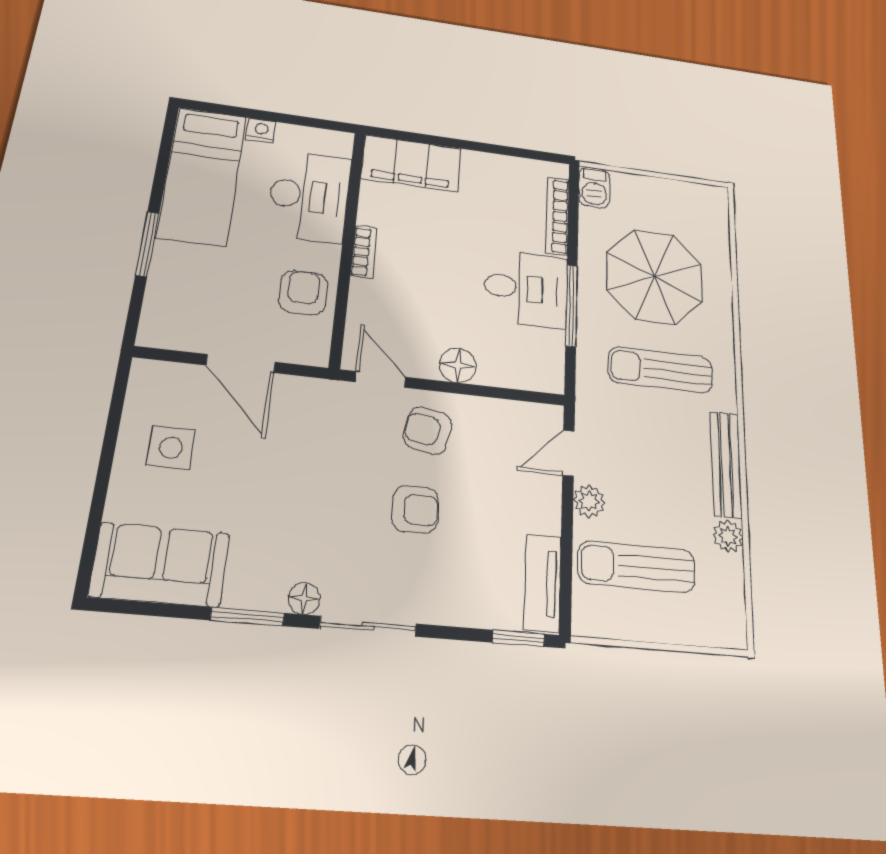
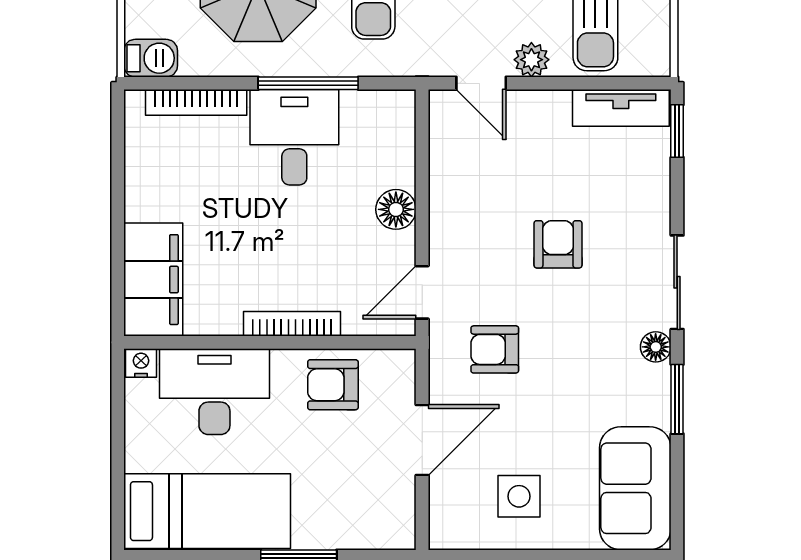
nightstand: (261, 131) -> (141, 363), moved, turned 90
bookcase: (364, 252) -> (292, 324), width x1.56
armchair: (428, 430) -> (495, 349), moved, turned 79

